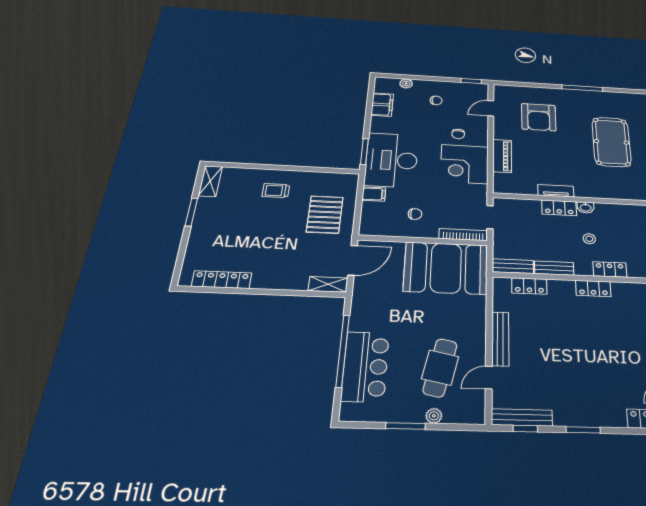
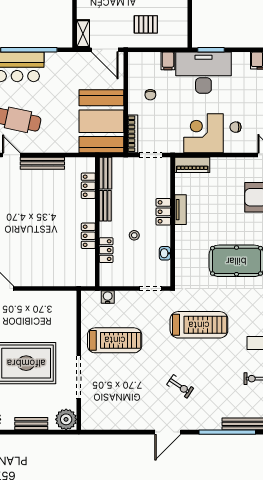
piano: (502, 156) -> (192, 165), moved
washbasin: (586, 207) -> (165, 253), moved
pallet: (325, 215) -> (146, 24), width x0.67, depth x0.71

